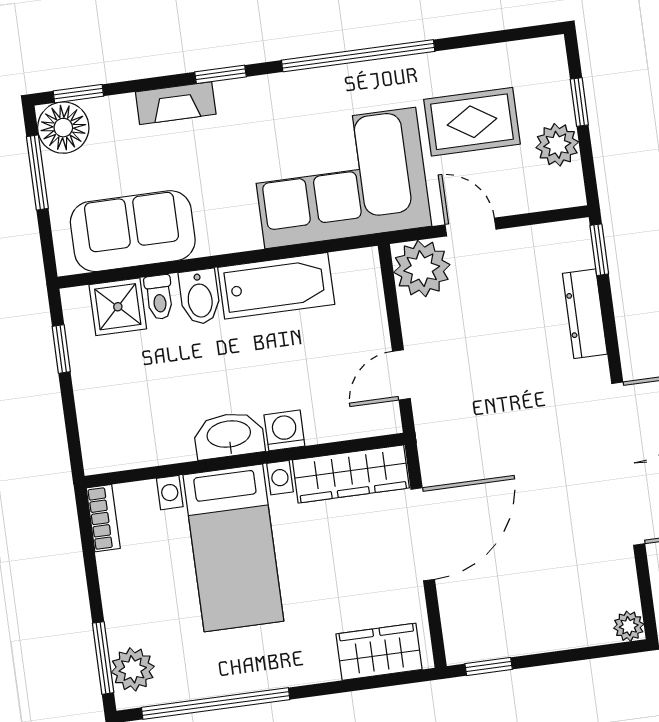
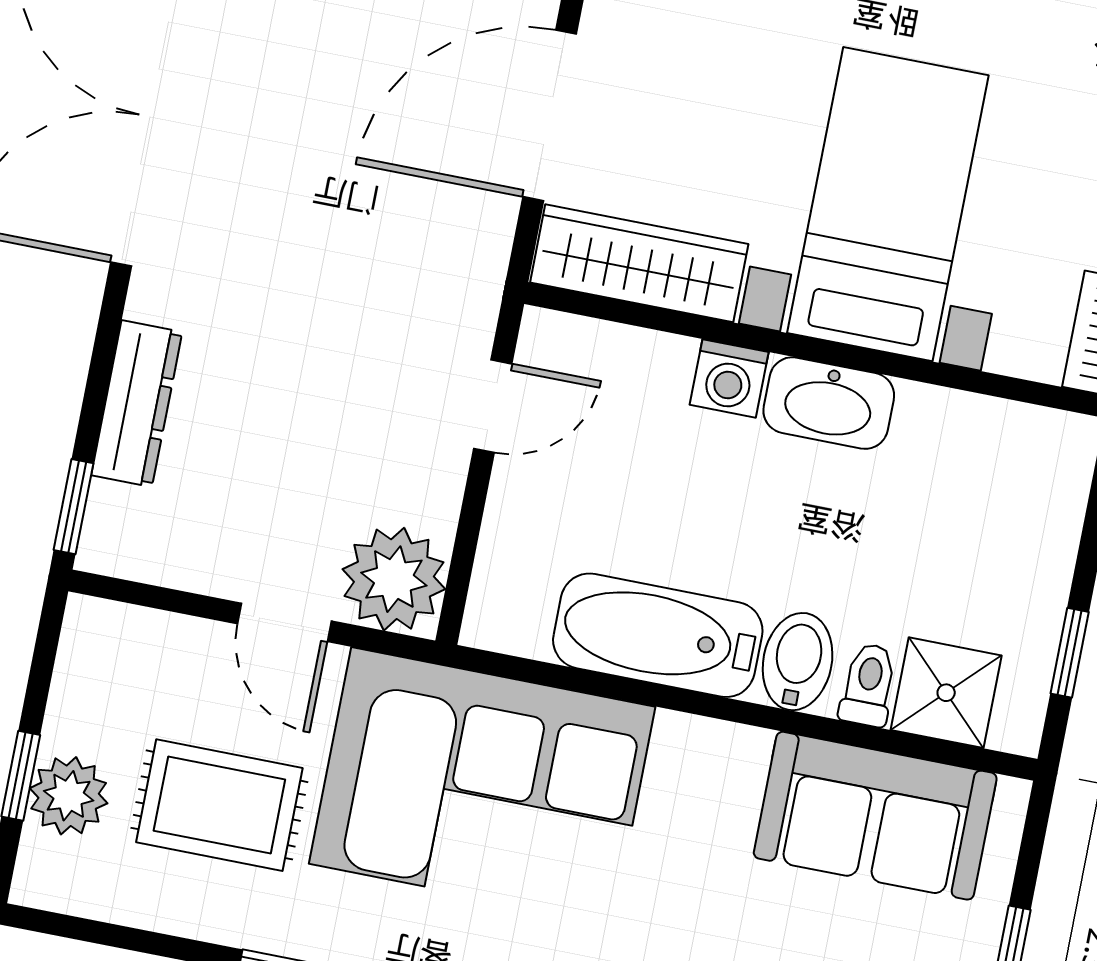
plant: (557, 145) -> (69, 796), moved

